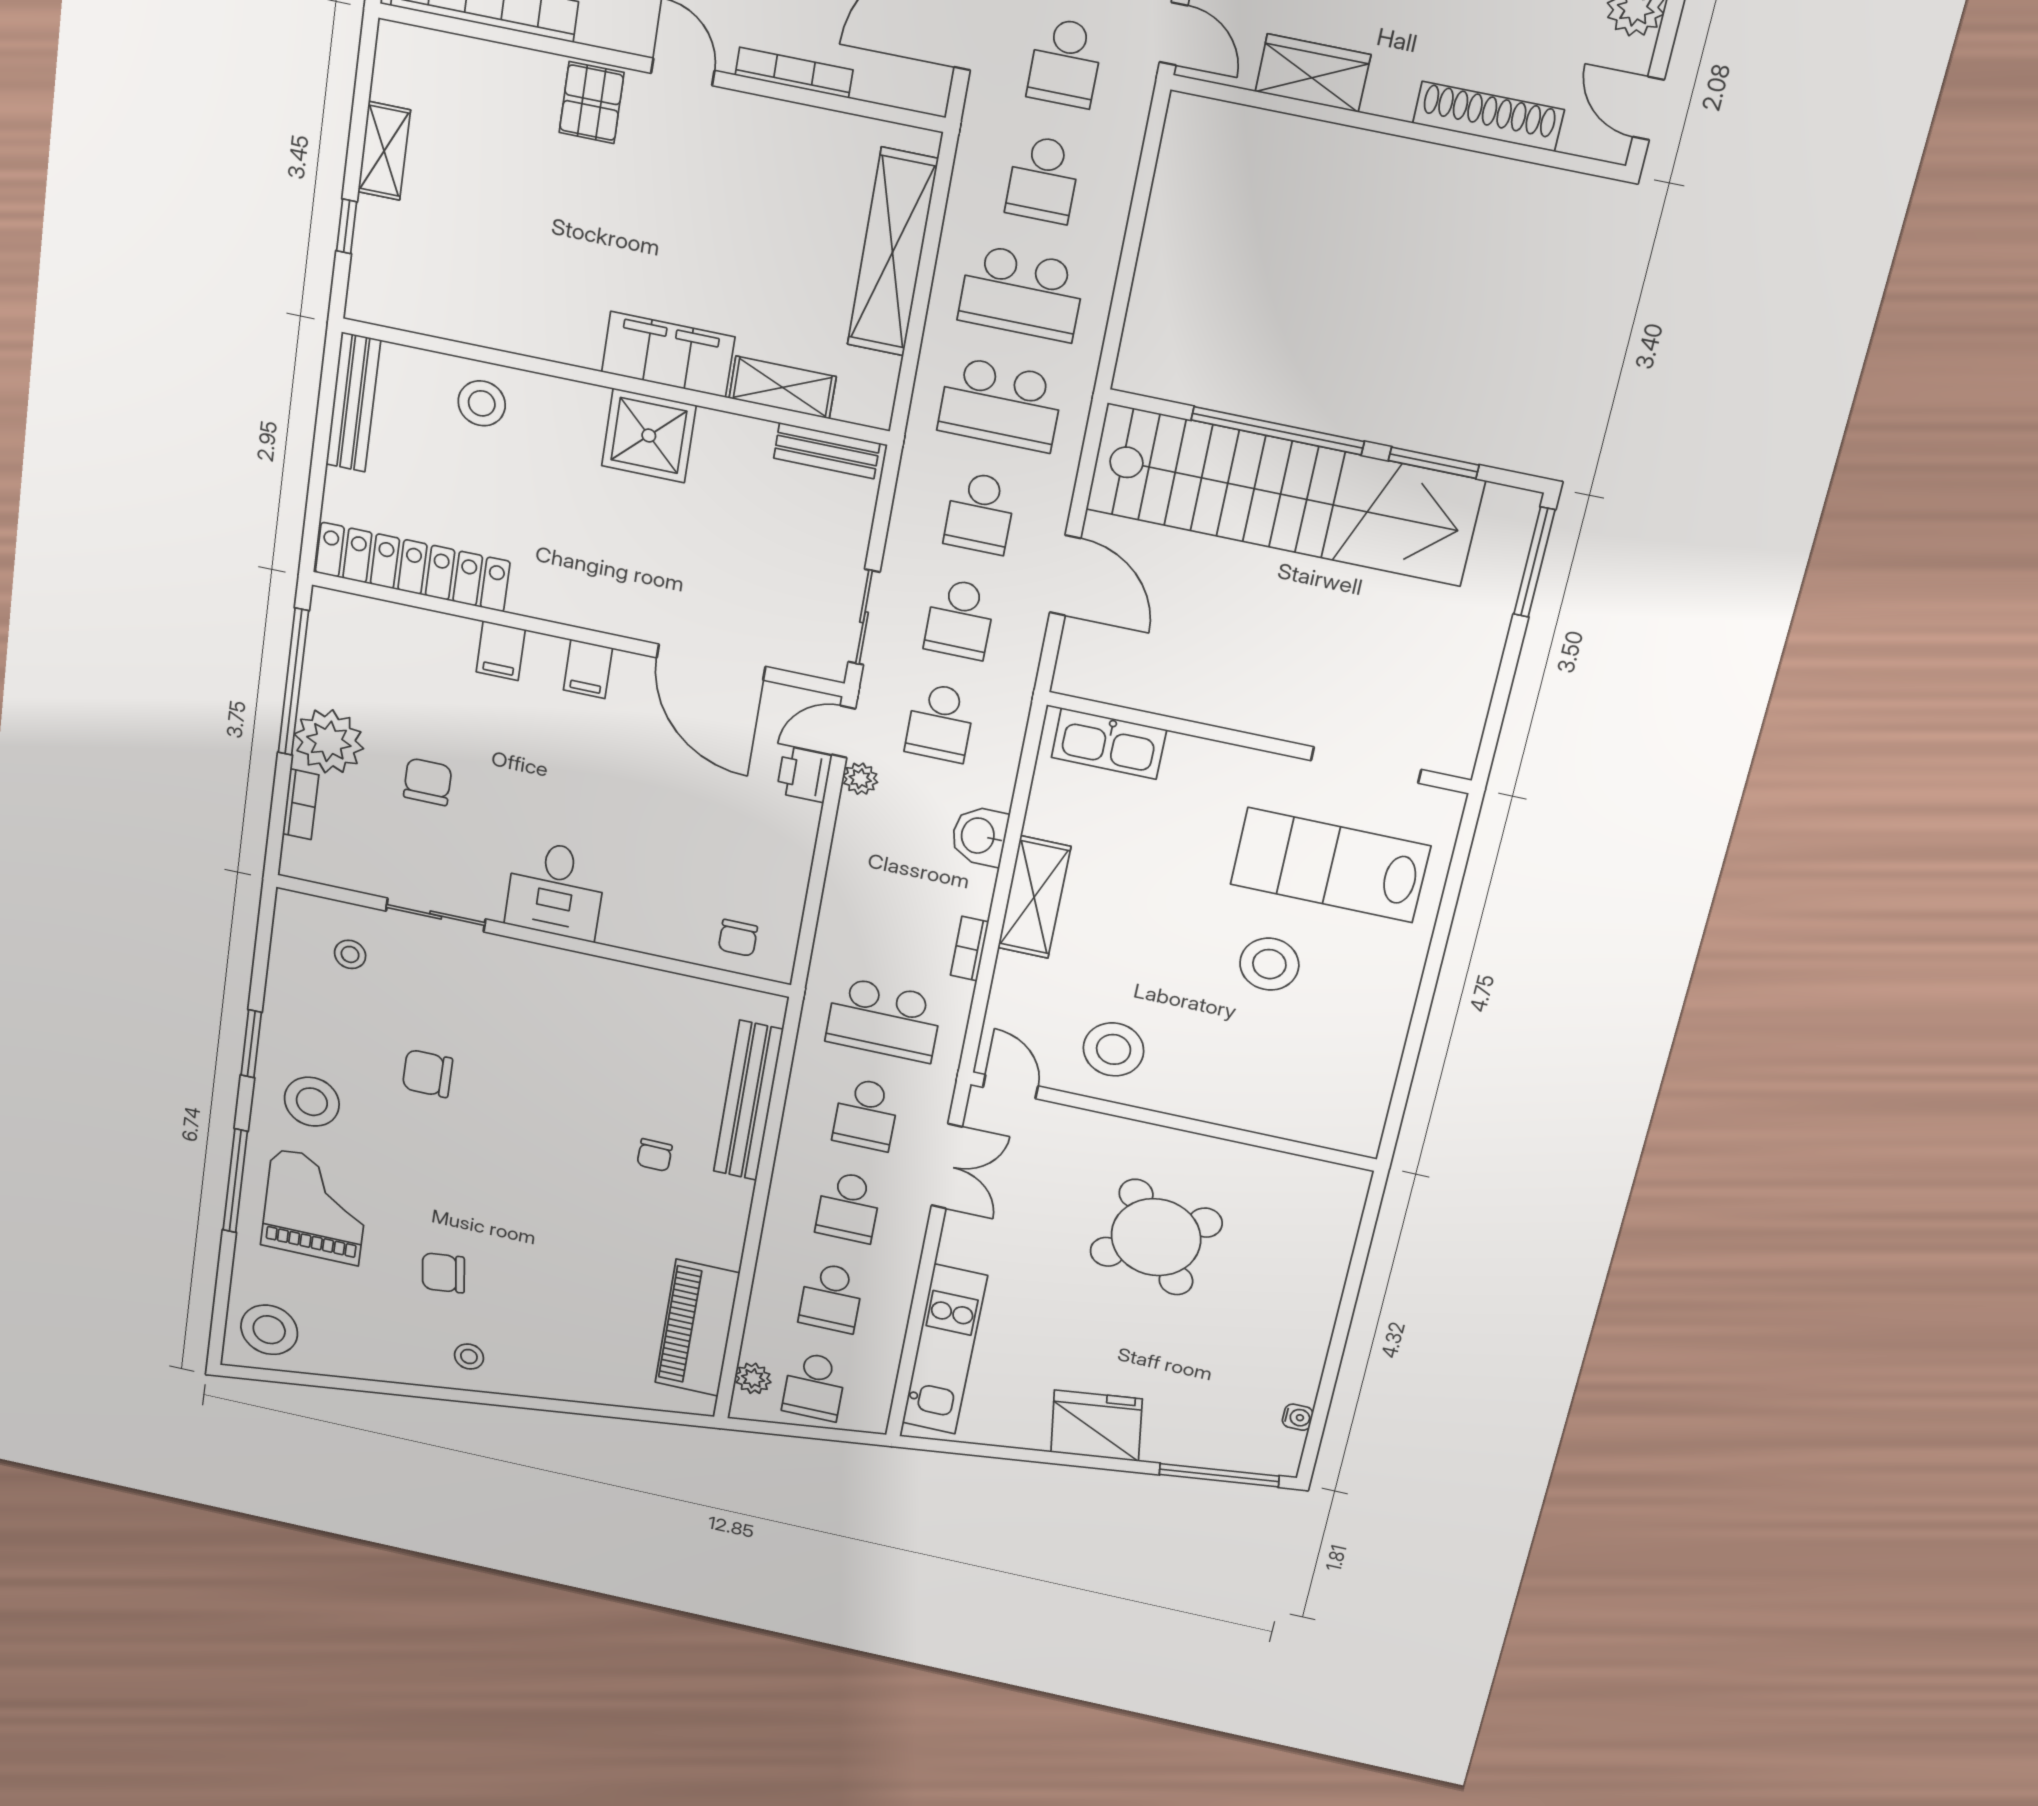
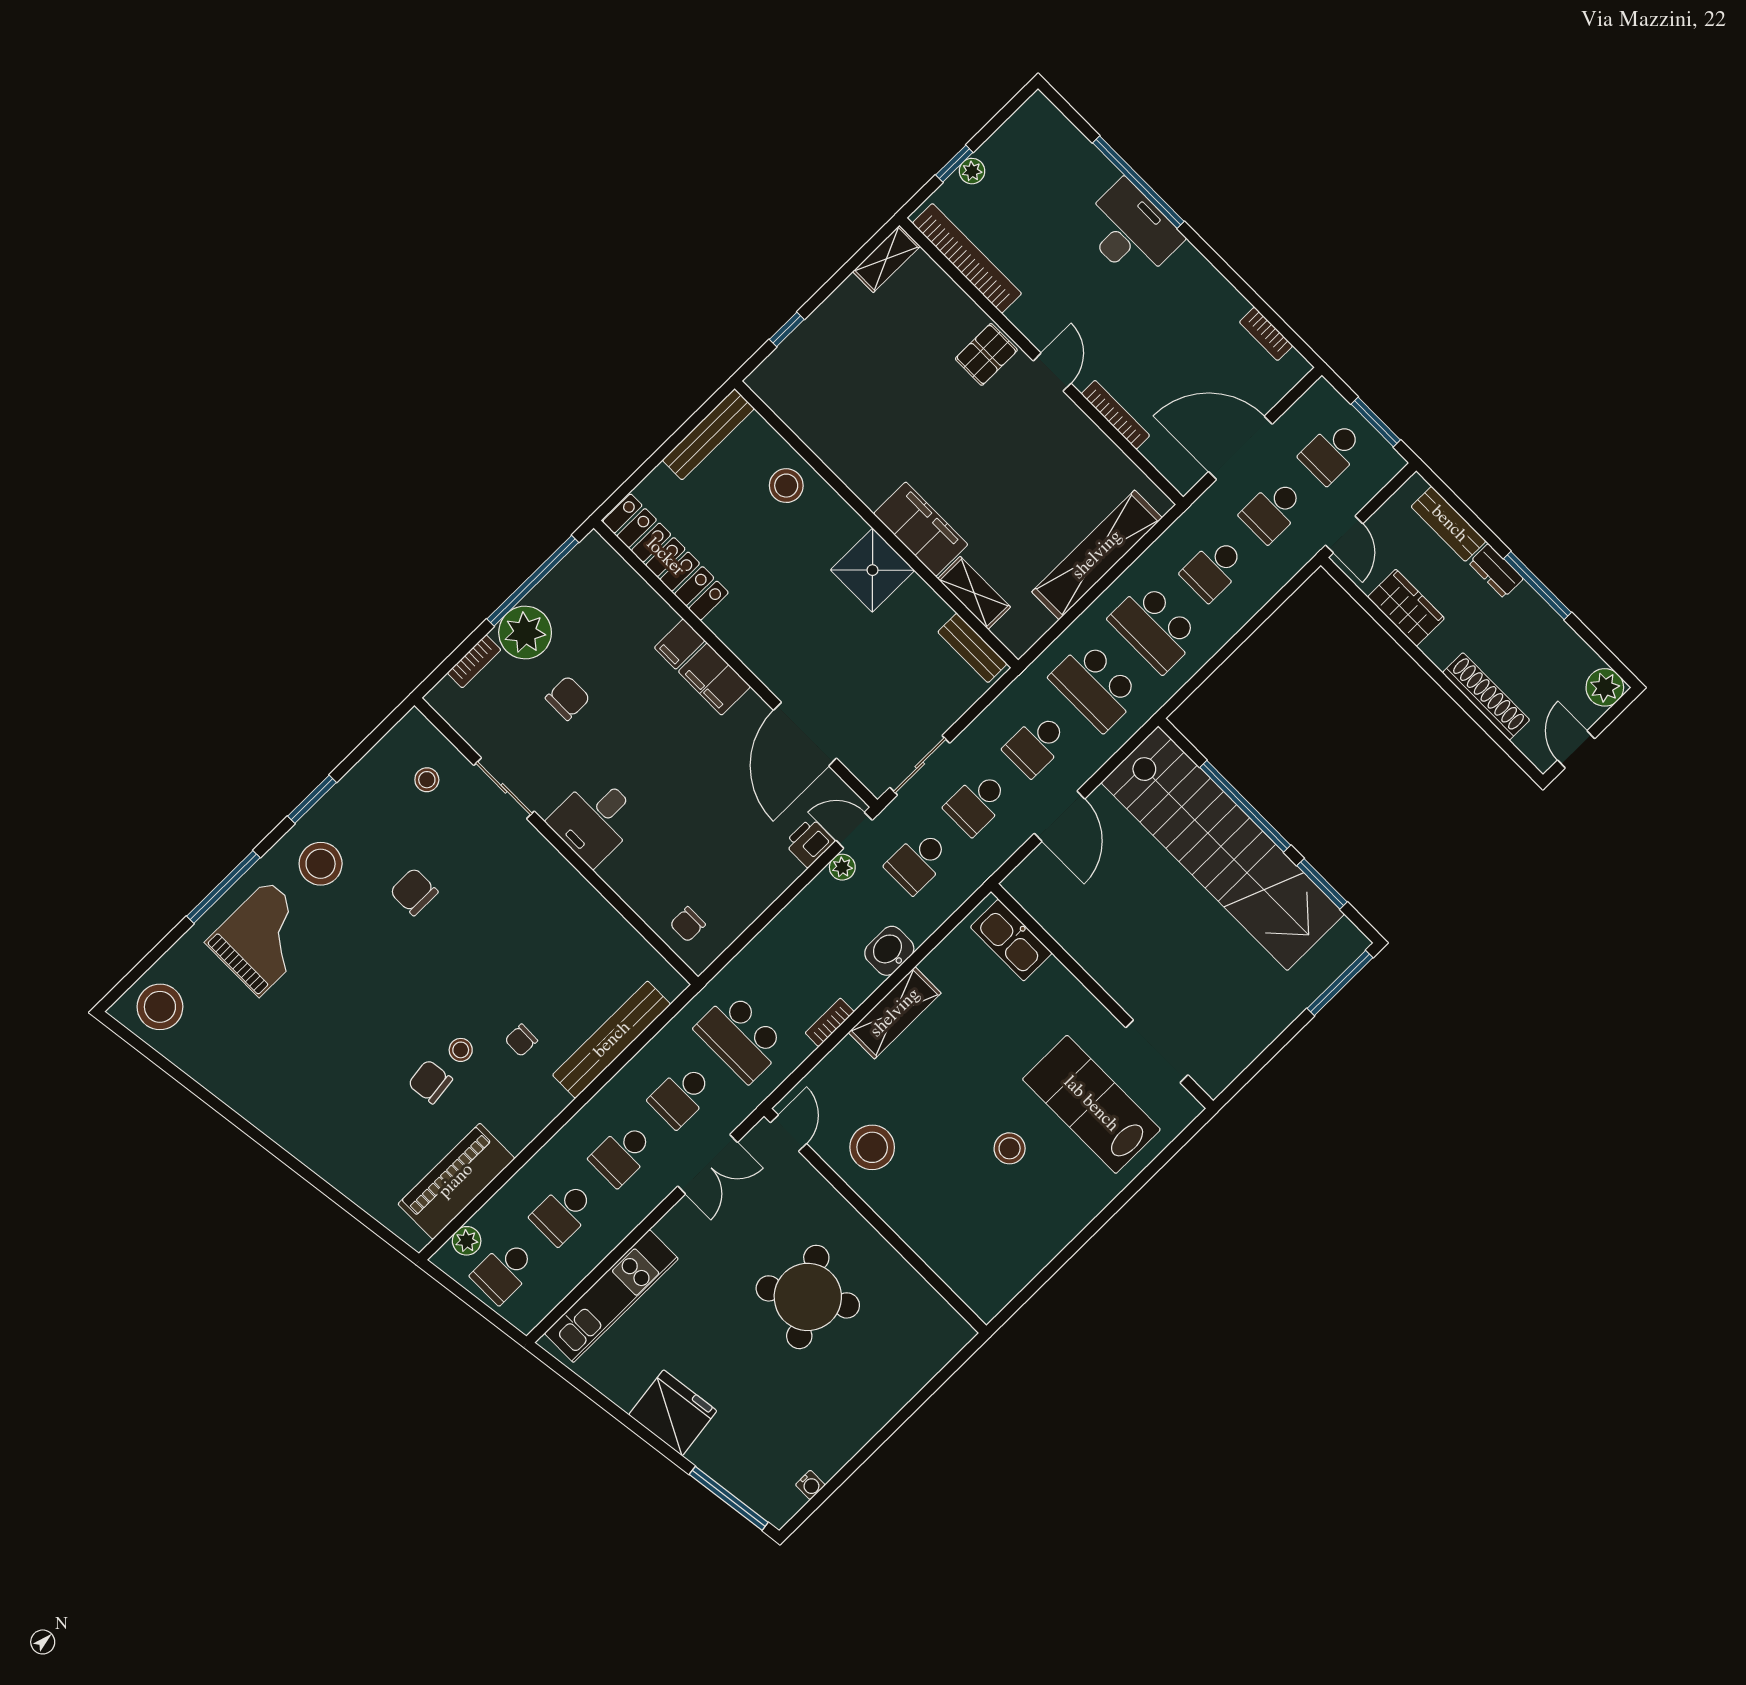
shelving: (384, 151) -> (886, 259), moved
filing cabinet: (588, 669) -> (714, 679), width x2.00
stool: (1269, 964) -> (1010, 1148), width x0.73, depth x0.73
chair: (443, 1273) -> (430, 1082), moved
stool: (469, 1357) -> (461, 1050), moved

